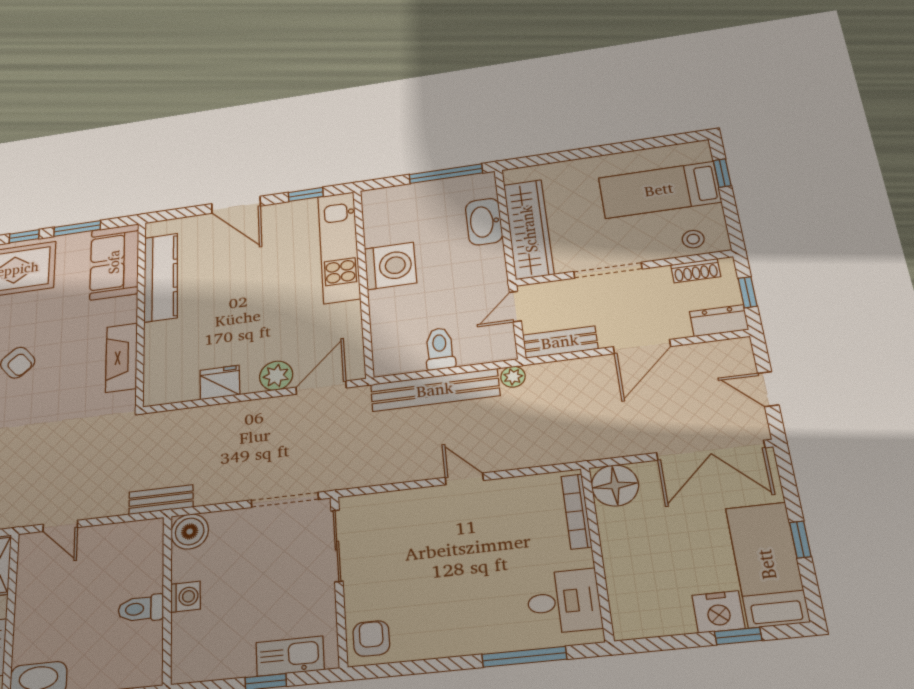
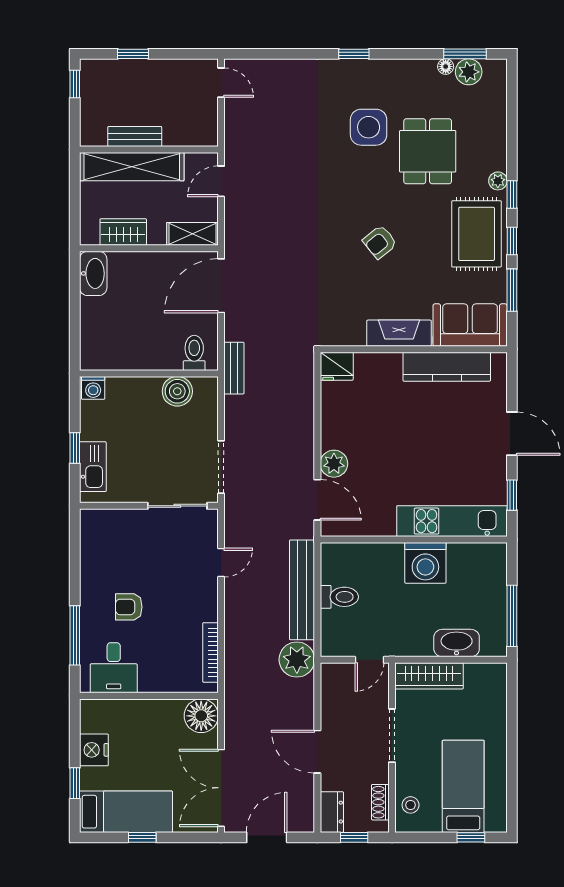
door: (236, 205) -> (512, 434), swing flipped
wardrobe: (529, 229) -> (429, 676), width x0.71, depth x0.85
door: (515, 306) -> (369, 660), swing flipped
bench: (560, 342) -> (331, 691), removed
fireplace: (121, 358) -> (399, 333), moved
plant: (513, 377) -> (297, 660), width x1.88, depth x1.88
fridge: (220, 383) -> (337, 366), moved, turned 90
door: (768, 389) -> (267, 837), width x1.38
door: (464, 479) -> (221, 563), moved
bookcase: (576, 511) -> (211, 652), moved, turned -90
door: (60, 526) -> (221, 286), width x1.88
boiler: (190, 531) -> (177, 391), moved
washing machine: (186, 597) -> (93, 388), moved
toilet: (141, 609) -> (194, 353), moved
nightstand: (718, 612) -> (94, 750), moved
armchair: (371, 638) -> (129, 607), moved, turned 180

